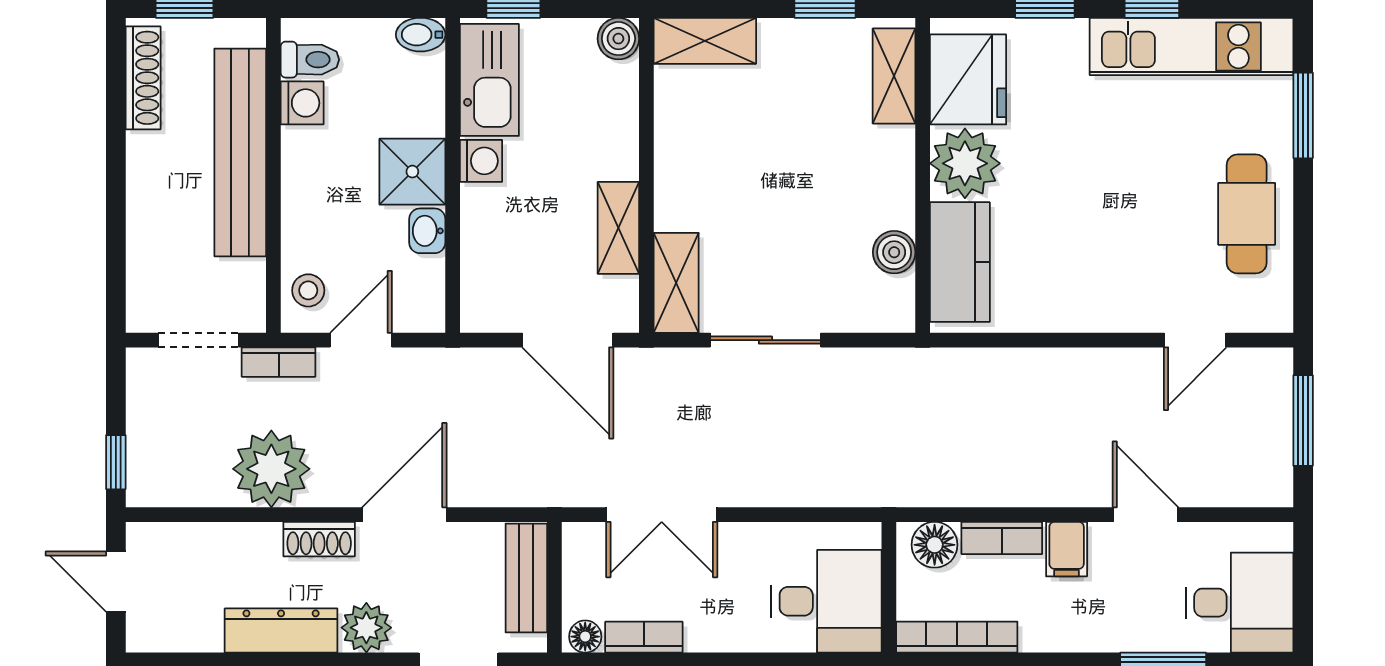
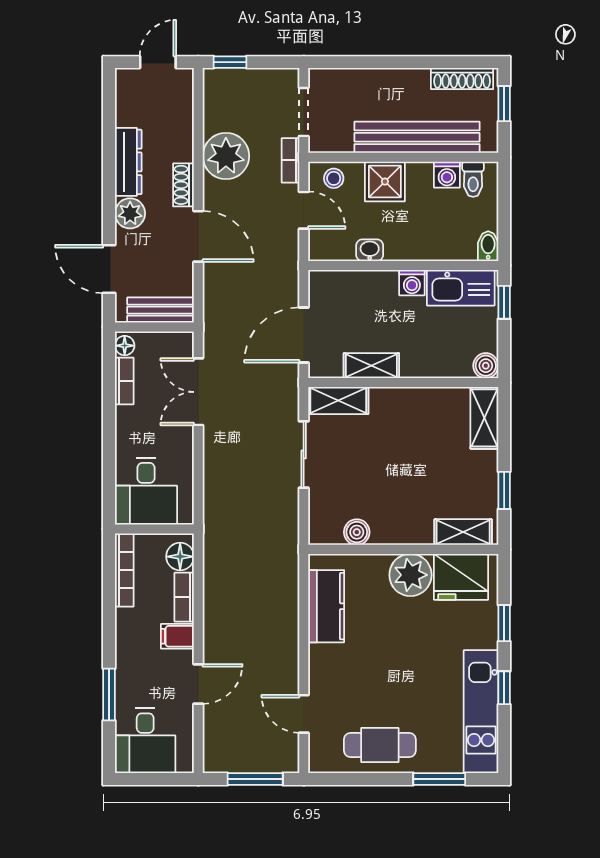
shower: (412, 172) -> (385, 182), moved
kitchen counter: (960, 262) -> (326, 606), moved, turned -90

